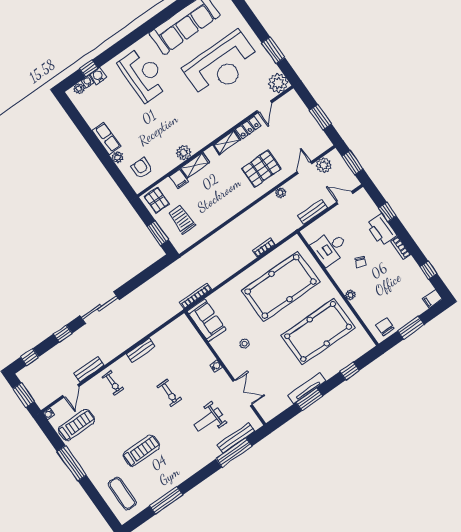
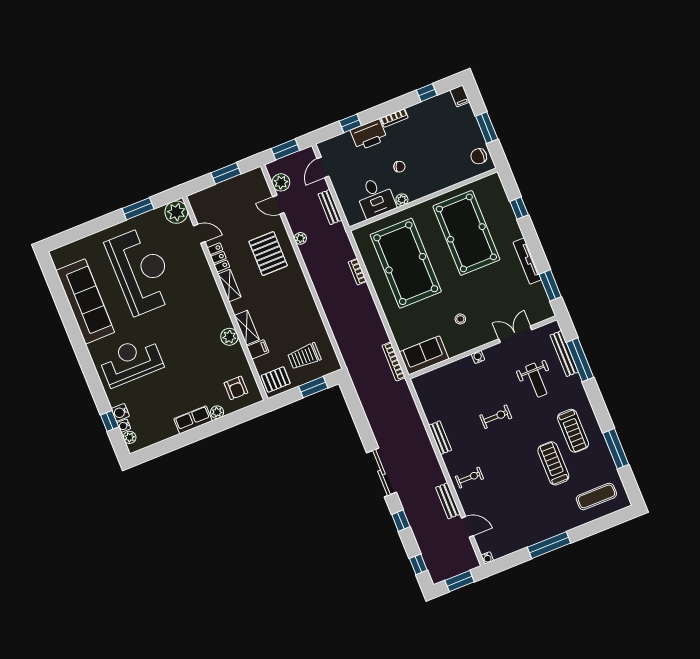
armchair: (142, 168) -> (236, 388), turned -90
plant: (350, 295) -> (402, 200), moved
window: (309, 399) -> (550, 285), moved
treadmill: (77, 425) -> (573, 431), moved, turned 180

